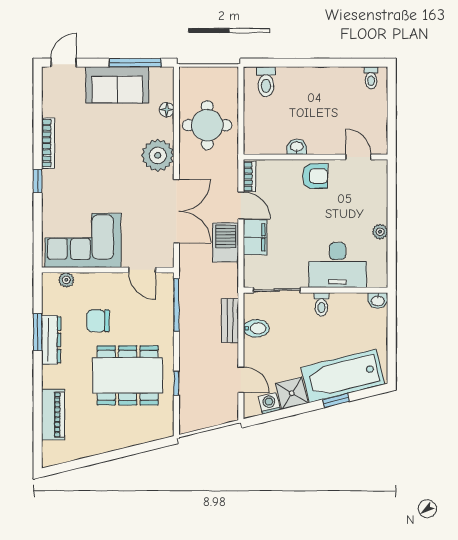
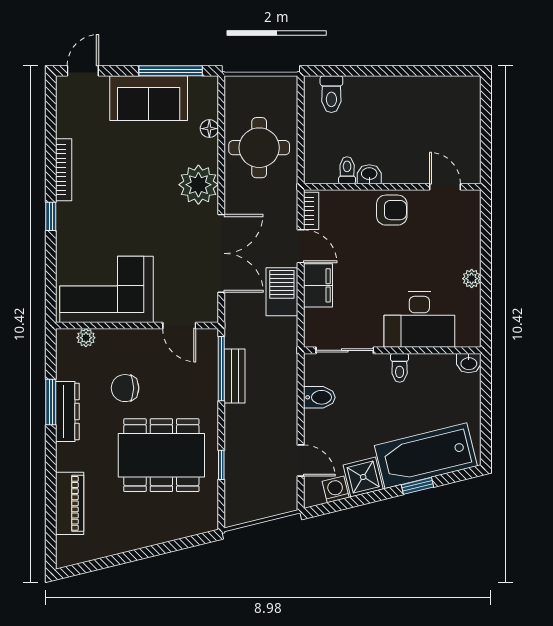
toilet: (371, 78) -> (347, 170), moved, turned 180
bench: (230, 321) -> (235, 376), moved

